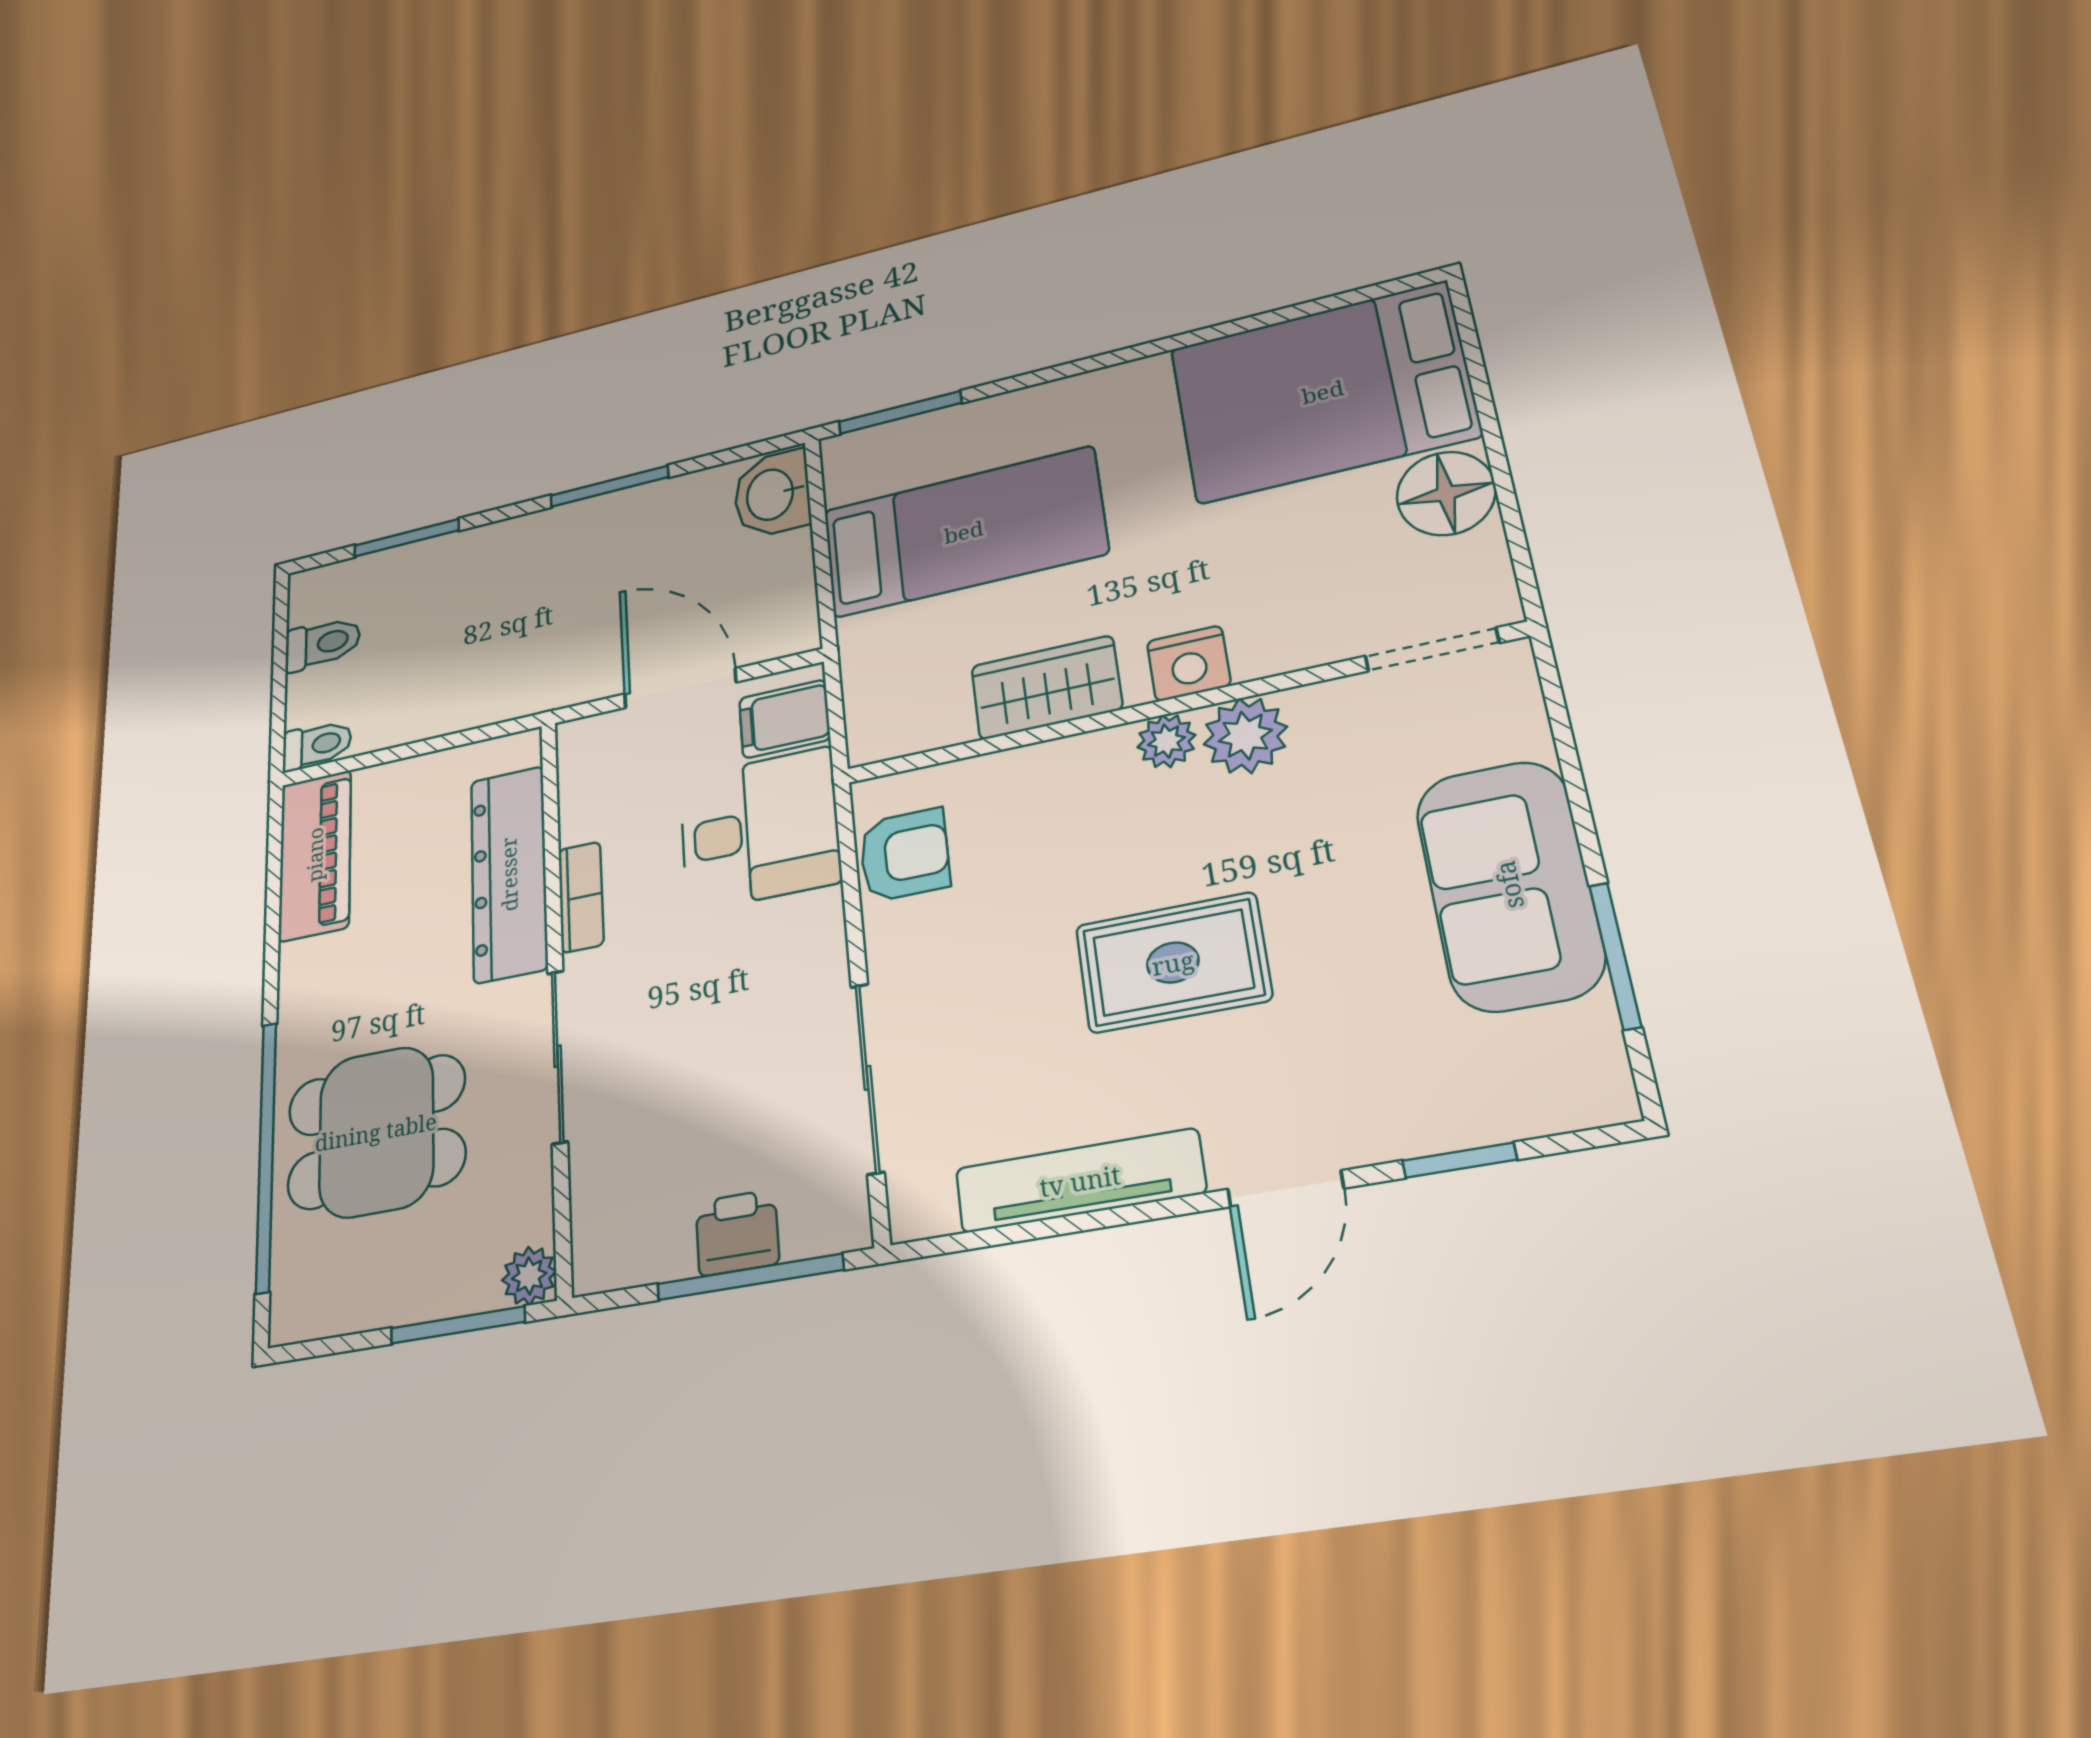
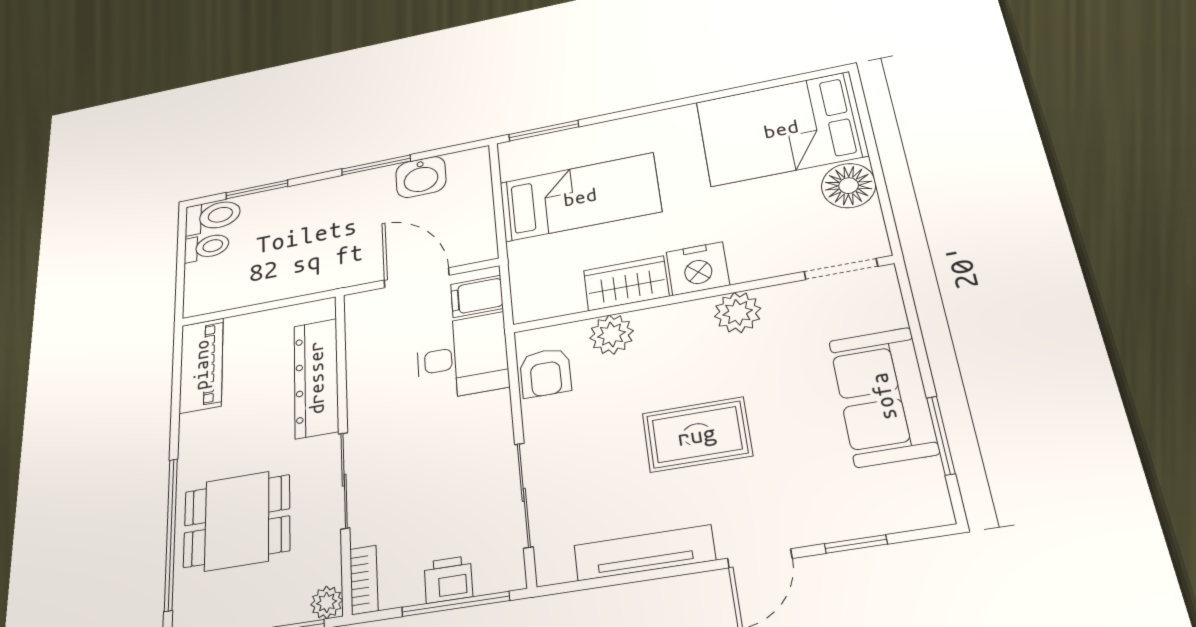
washbasin: (772, 494) -> (421, 177), moved, turned -90
nightstand: (1189, 663) -> (698, 269), width x1.36, depth x1.33
plant: (1166, 741) -> (611, 334), moved, width x1.38, depth x1.38
toilet: (317, 745) -> (213, 216), moved, width x1.37, depth x1.39
armchair: (905, 855) -> (545, 373), turned 90
bookcase: (581, 897) -> (364, 580), moved

